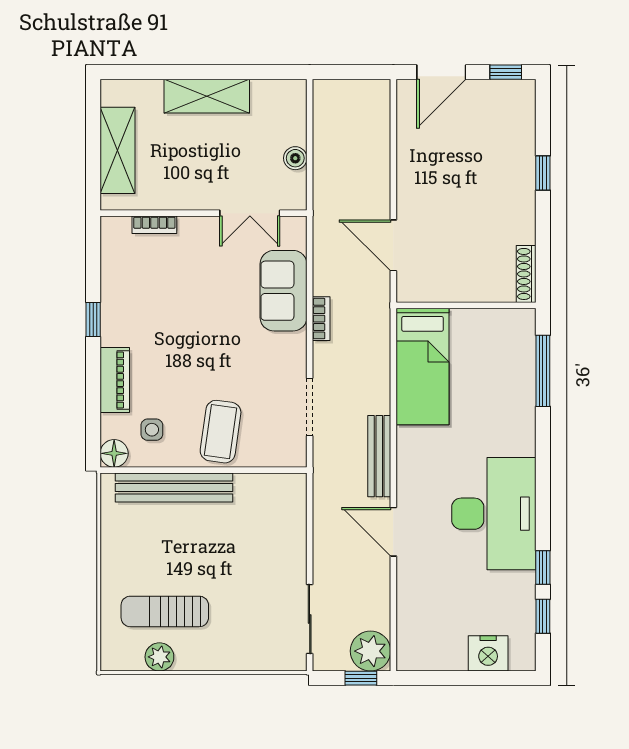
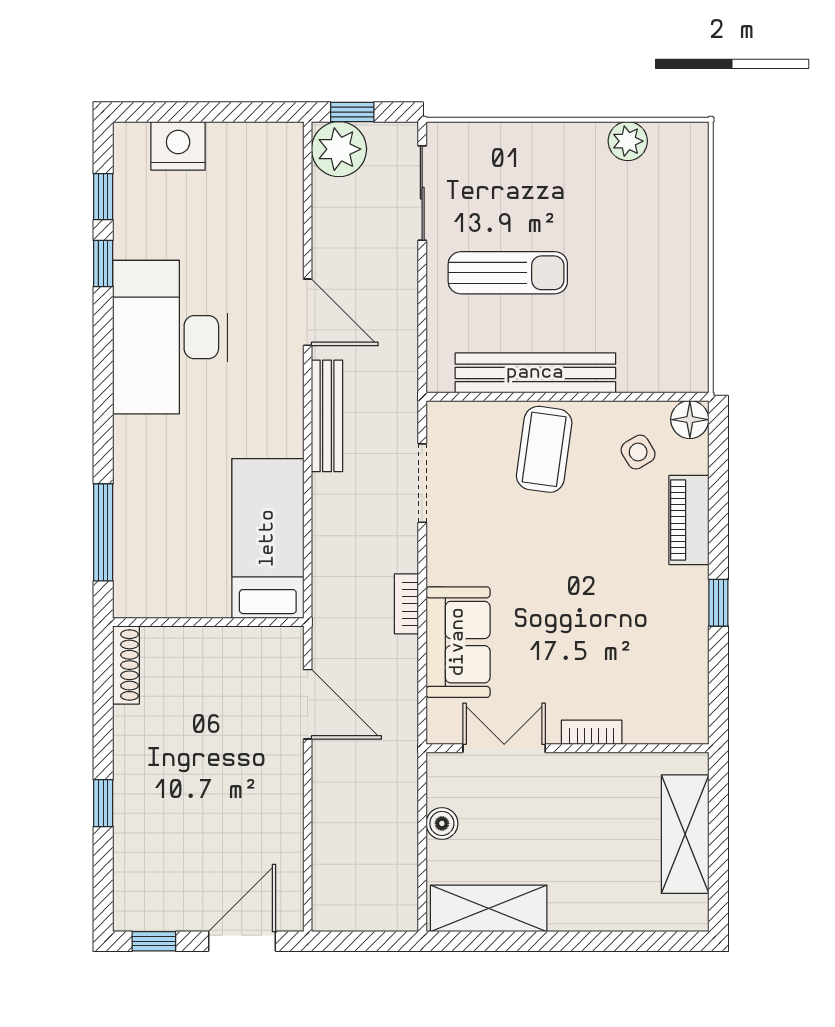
shelving: (207, 96) -> (489, 908), moved
bookcase: (154, 225) -> (592, 732), moved
side table: (152, 430) -> (638, 452), turned -31
bench: (174, 487) -> (535, 373), moved
sun lounger: (165, 611) -> (508, 273), moved

